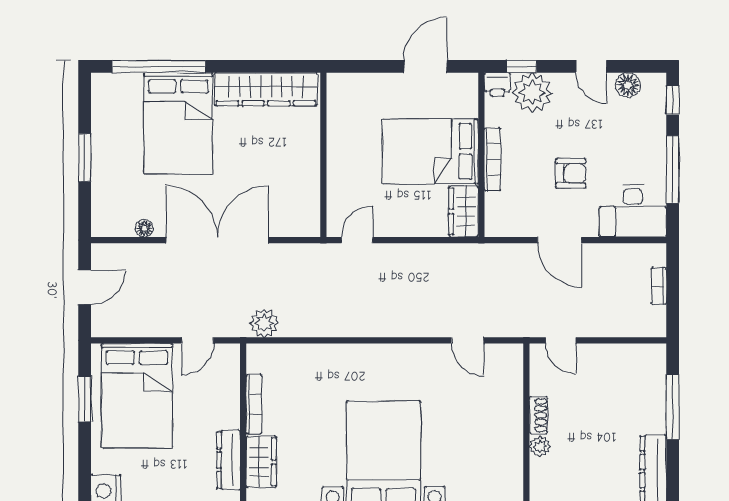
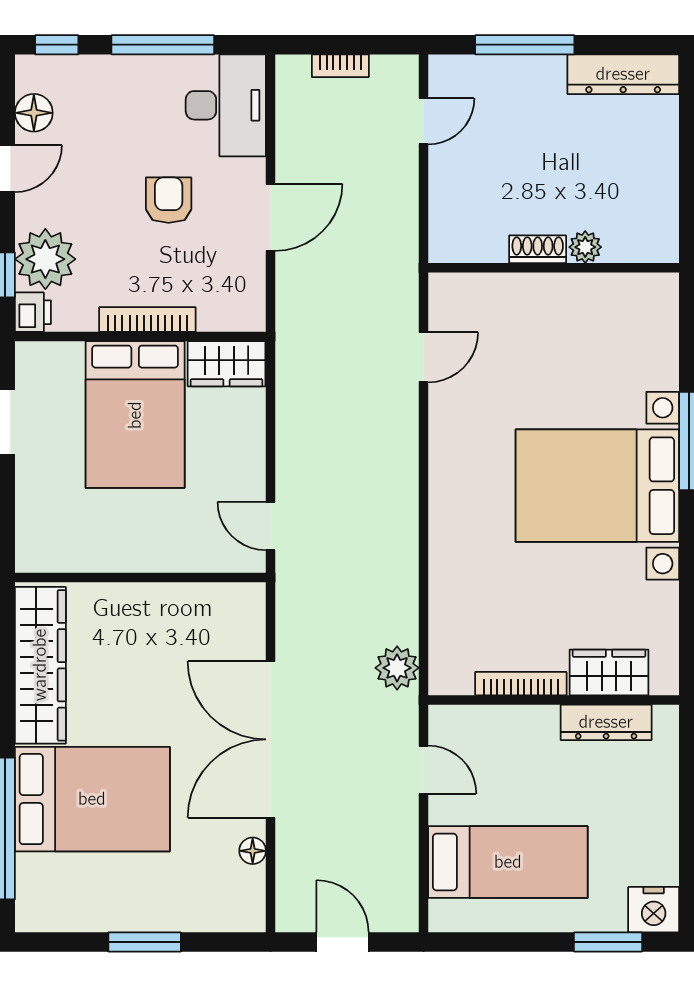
door: (561, 340) -> (423, 121), moved
bed: (137, 396) -> (508, 862), width x0.67
window: (85, 399) -> (608, 942), moved

